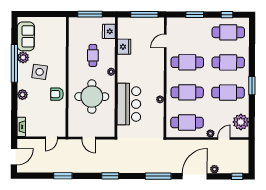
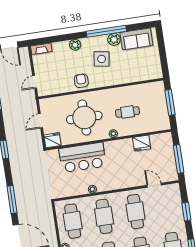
fridge: (109, 31) -> (52, 140), moved
door: (51, 138) -> (35, 82), hinge flipped

